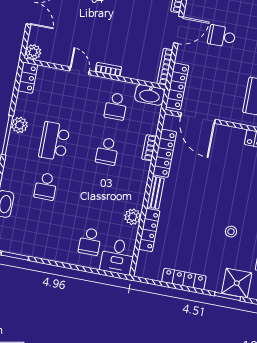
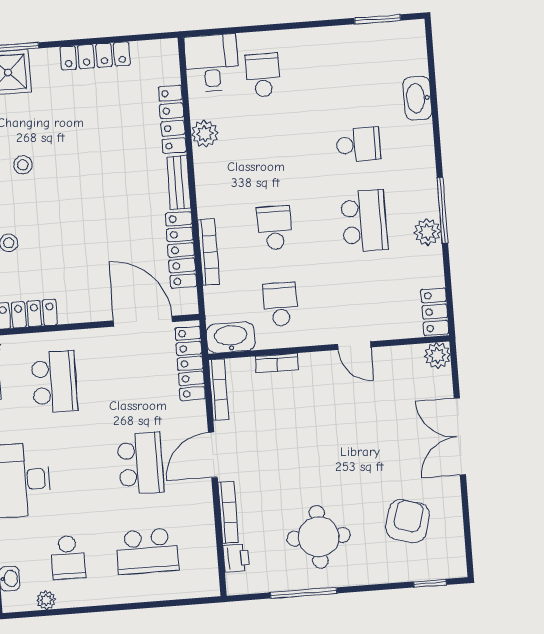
school desk: (222, 36) -> (140, 463), width x1.85
bookcase: (108, 69) -> (277, 363), moved
bookcase: (149, 148) -> (209, 252), width x1.56
school desk: (46, 186) -> (358, 145), turned 90
stool: (231, 232) -> (23, 165), moved

